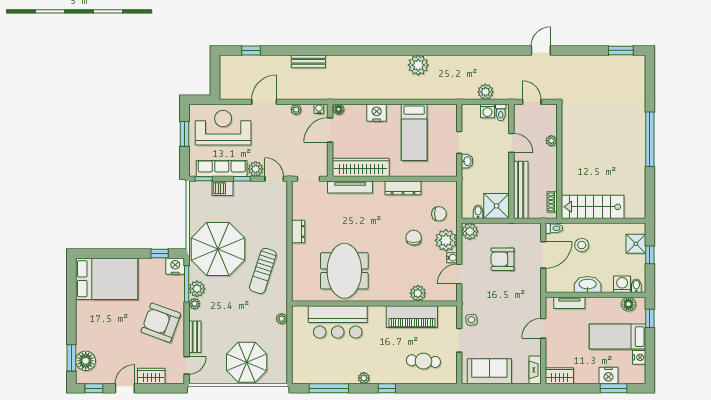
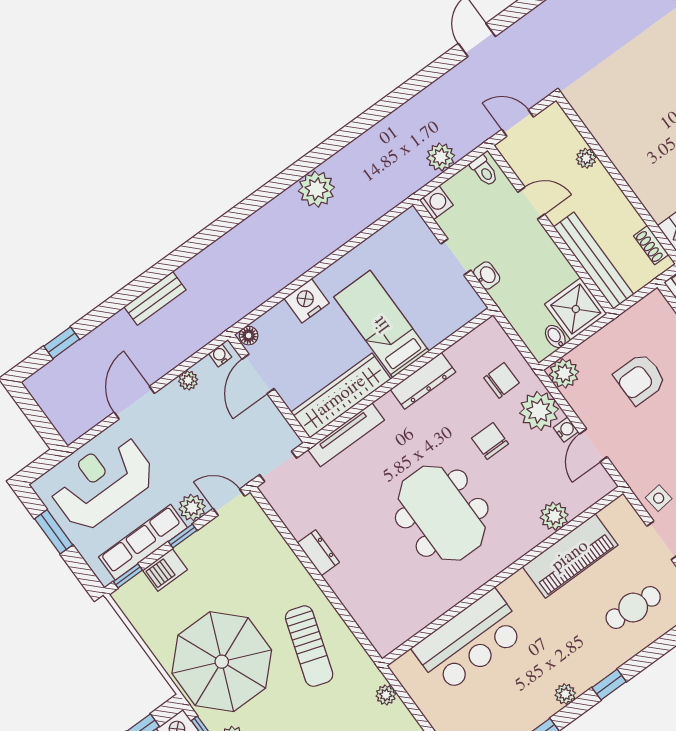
washing machine: (487, 111) -> (436, 202), moved, turned -90
bed: (414, 132) -> (382, 324), moved, turned 180
meeting table: (344, 271) -> (442, 513), moved

